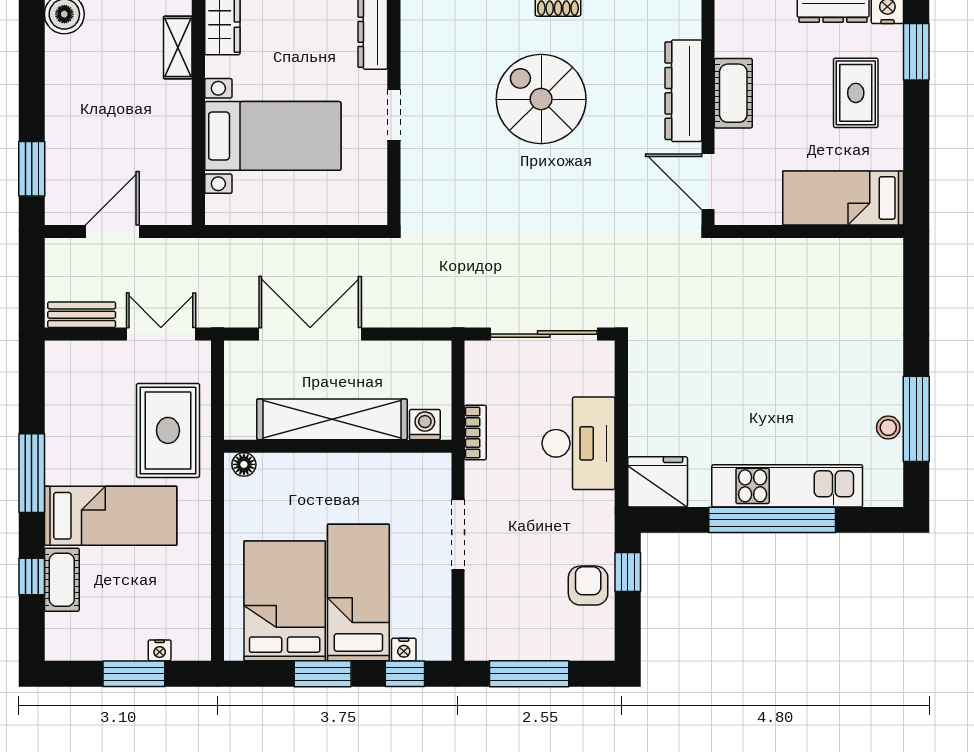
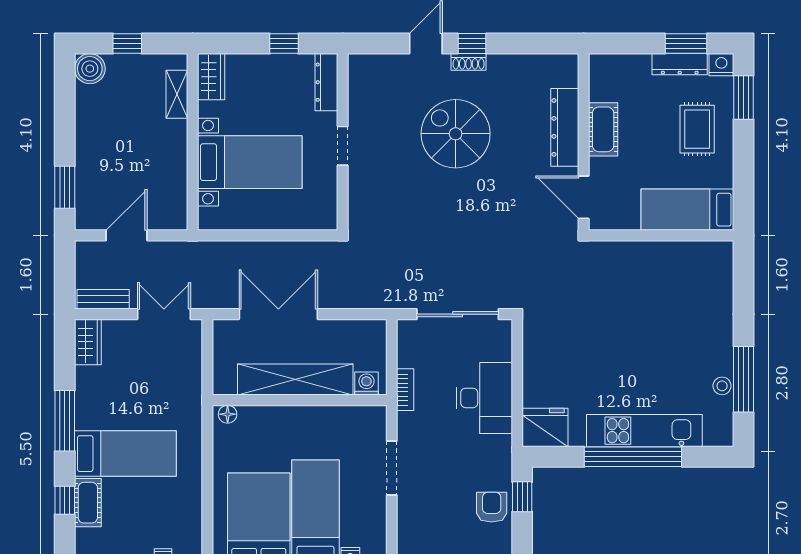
wardrobe: (62, 370) -> (88, 342), added
rug: (168, 430) -> (169, 388), removed

